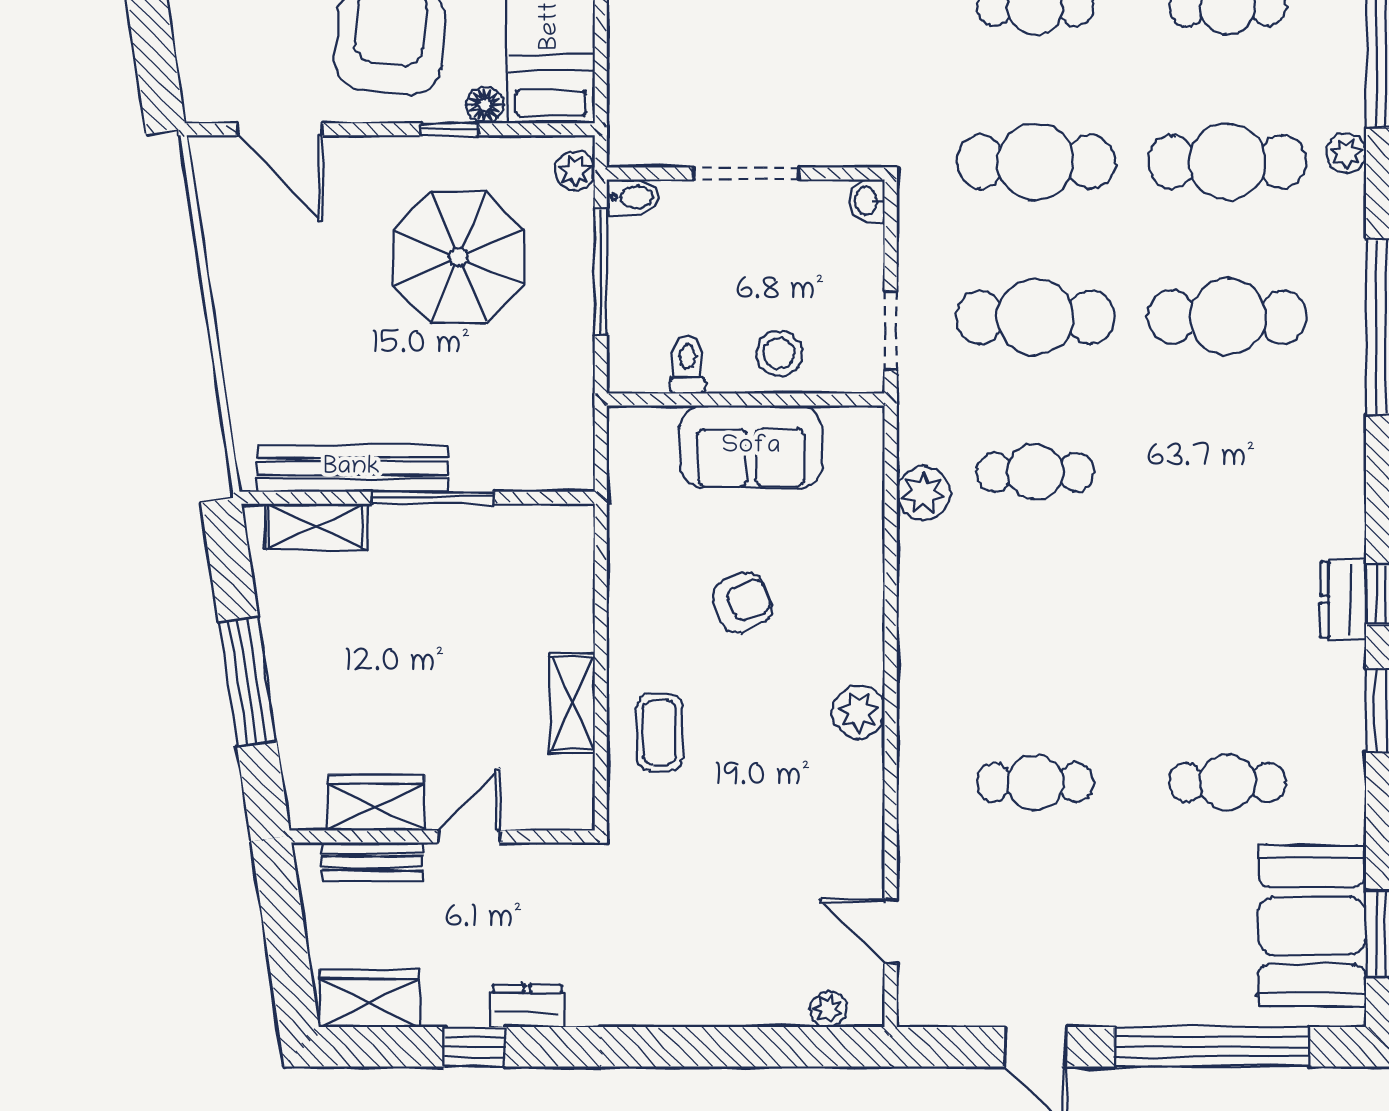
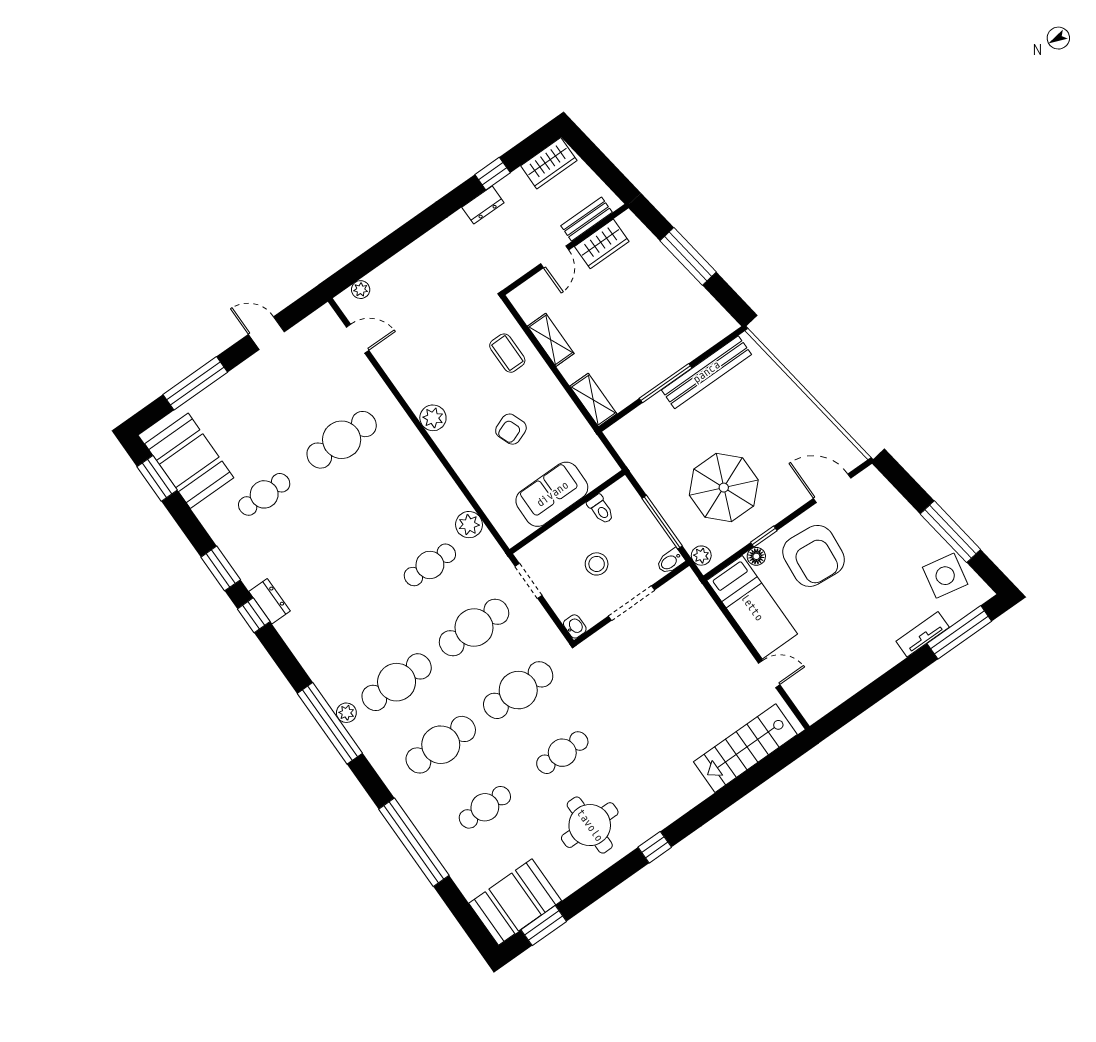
plant: (1346, 153) -> (346, 713), moved
stool: (779, 353) -> (597, 564), moved
shelving: (316, 526) -> (593, 400), moved, turned 90
cafe table: (1035, 782) -> (342, 440), width x1.37, depth x1.35
window: (1212, 1047) -> (195, 383), width x0.68

